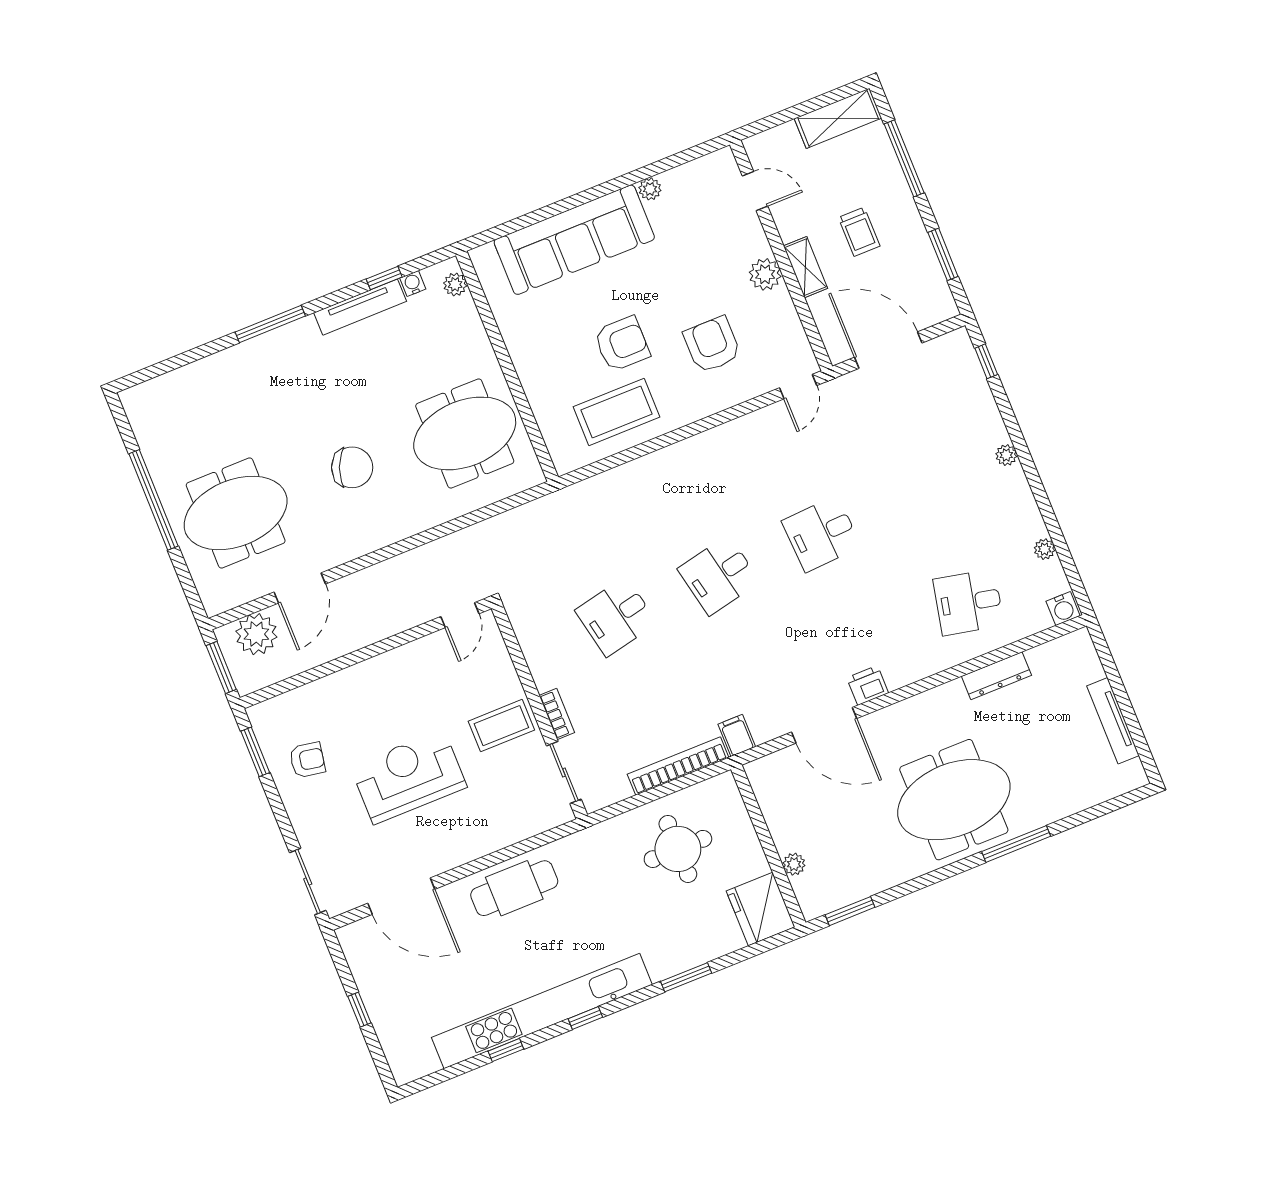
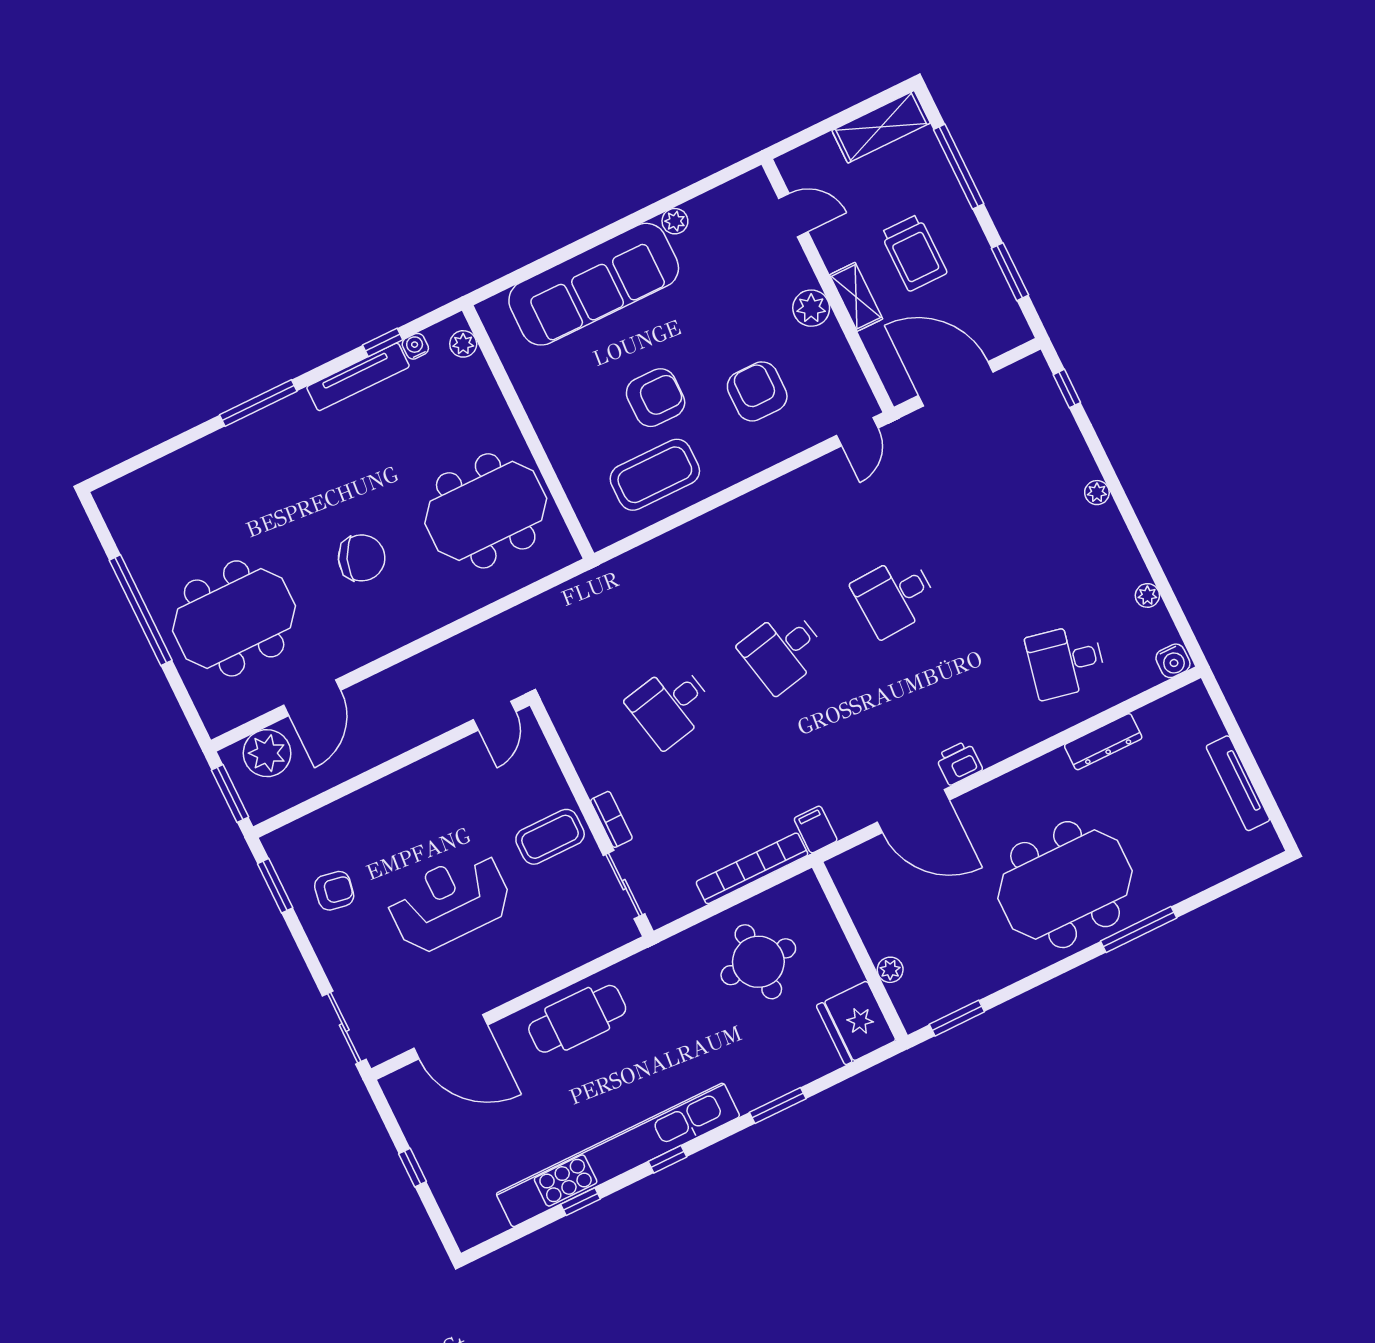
trolley: (859, 232) -> (914, 253), width x1.36, depth x1.39

